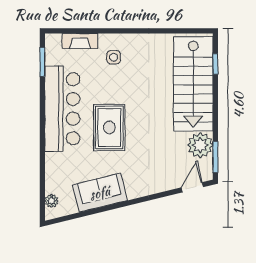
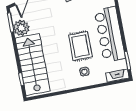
fireplace: (80, 41) -> (117, 76), moved
rug: (109, 127) -> (80, 46), moved

